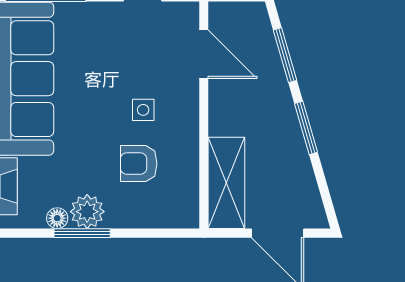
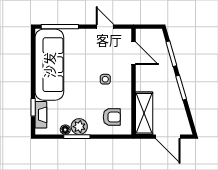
armchair: (139, 164) -> (112, 117), moved, turned 180

